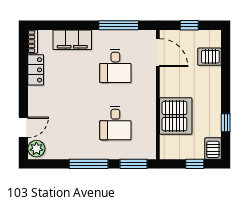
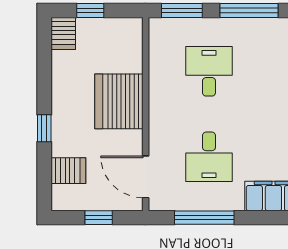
desk: (115, 66) -> (209, 157), turned 180
server rack: (176, 116) -> (119, 101), moved
window: (226, 123) -> (44, 128), moved

